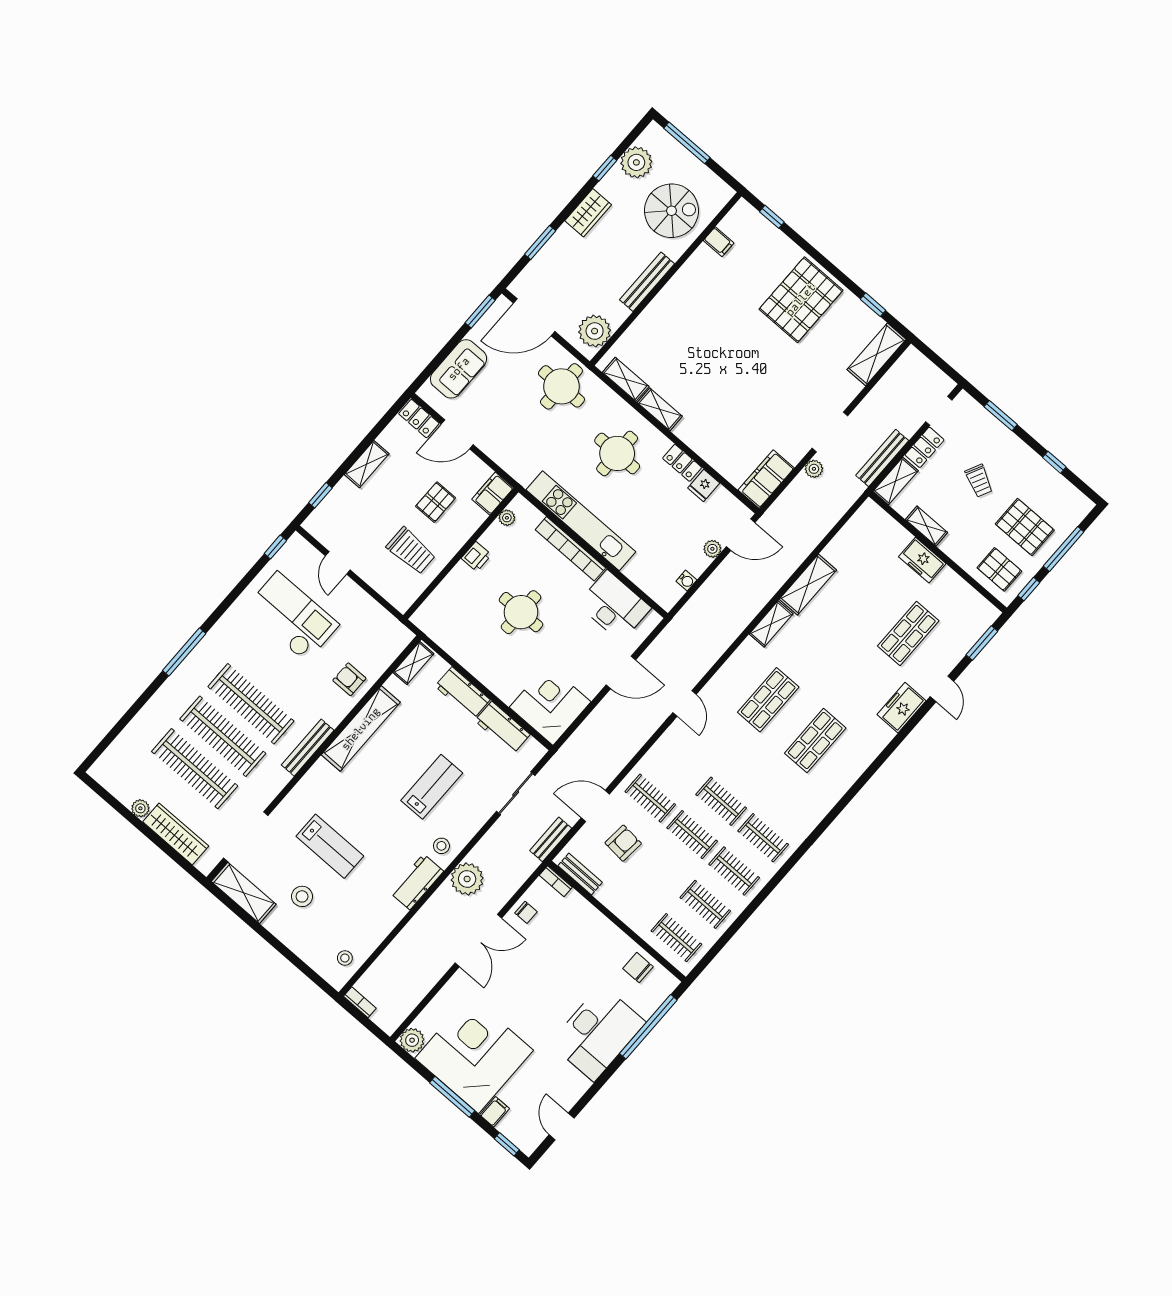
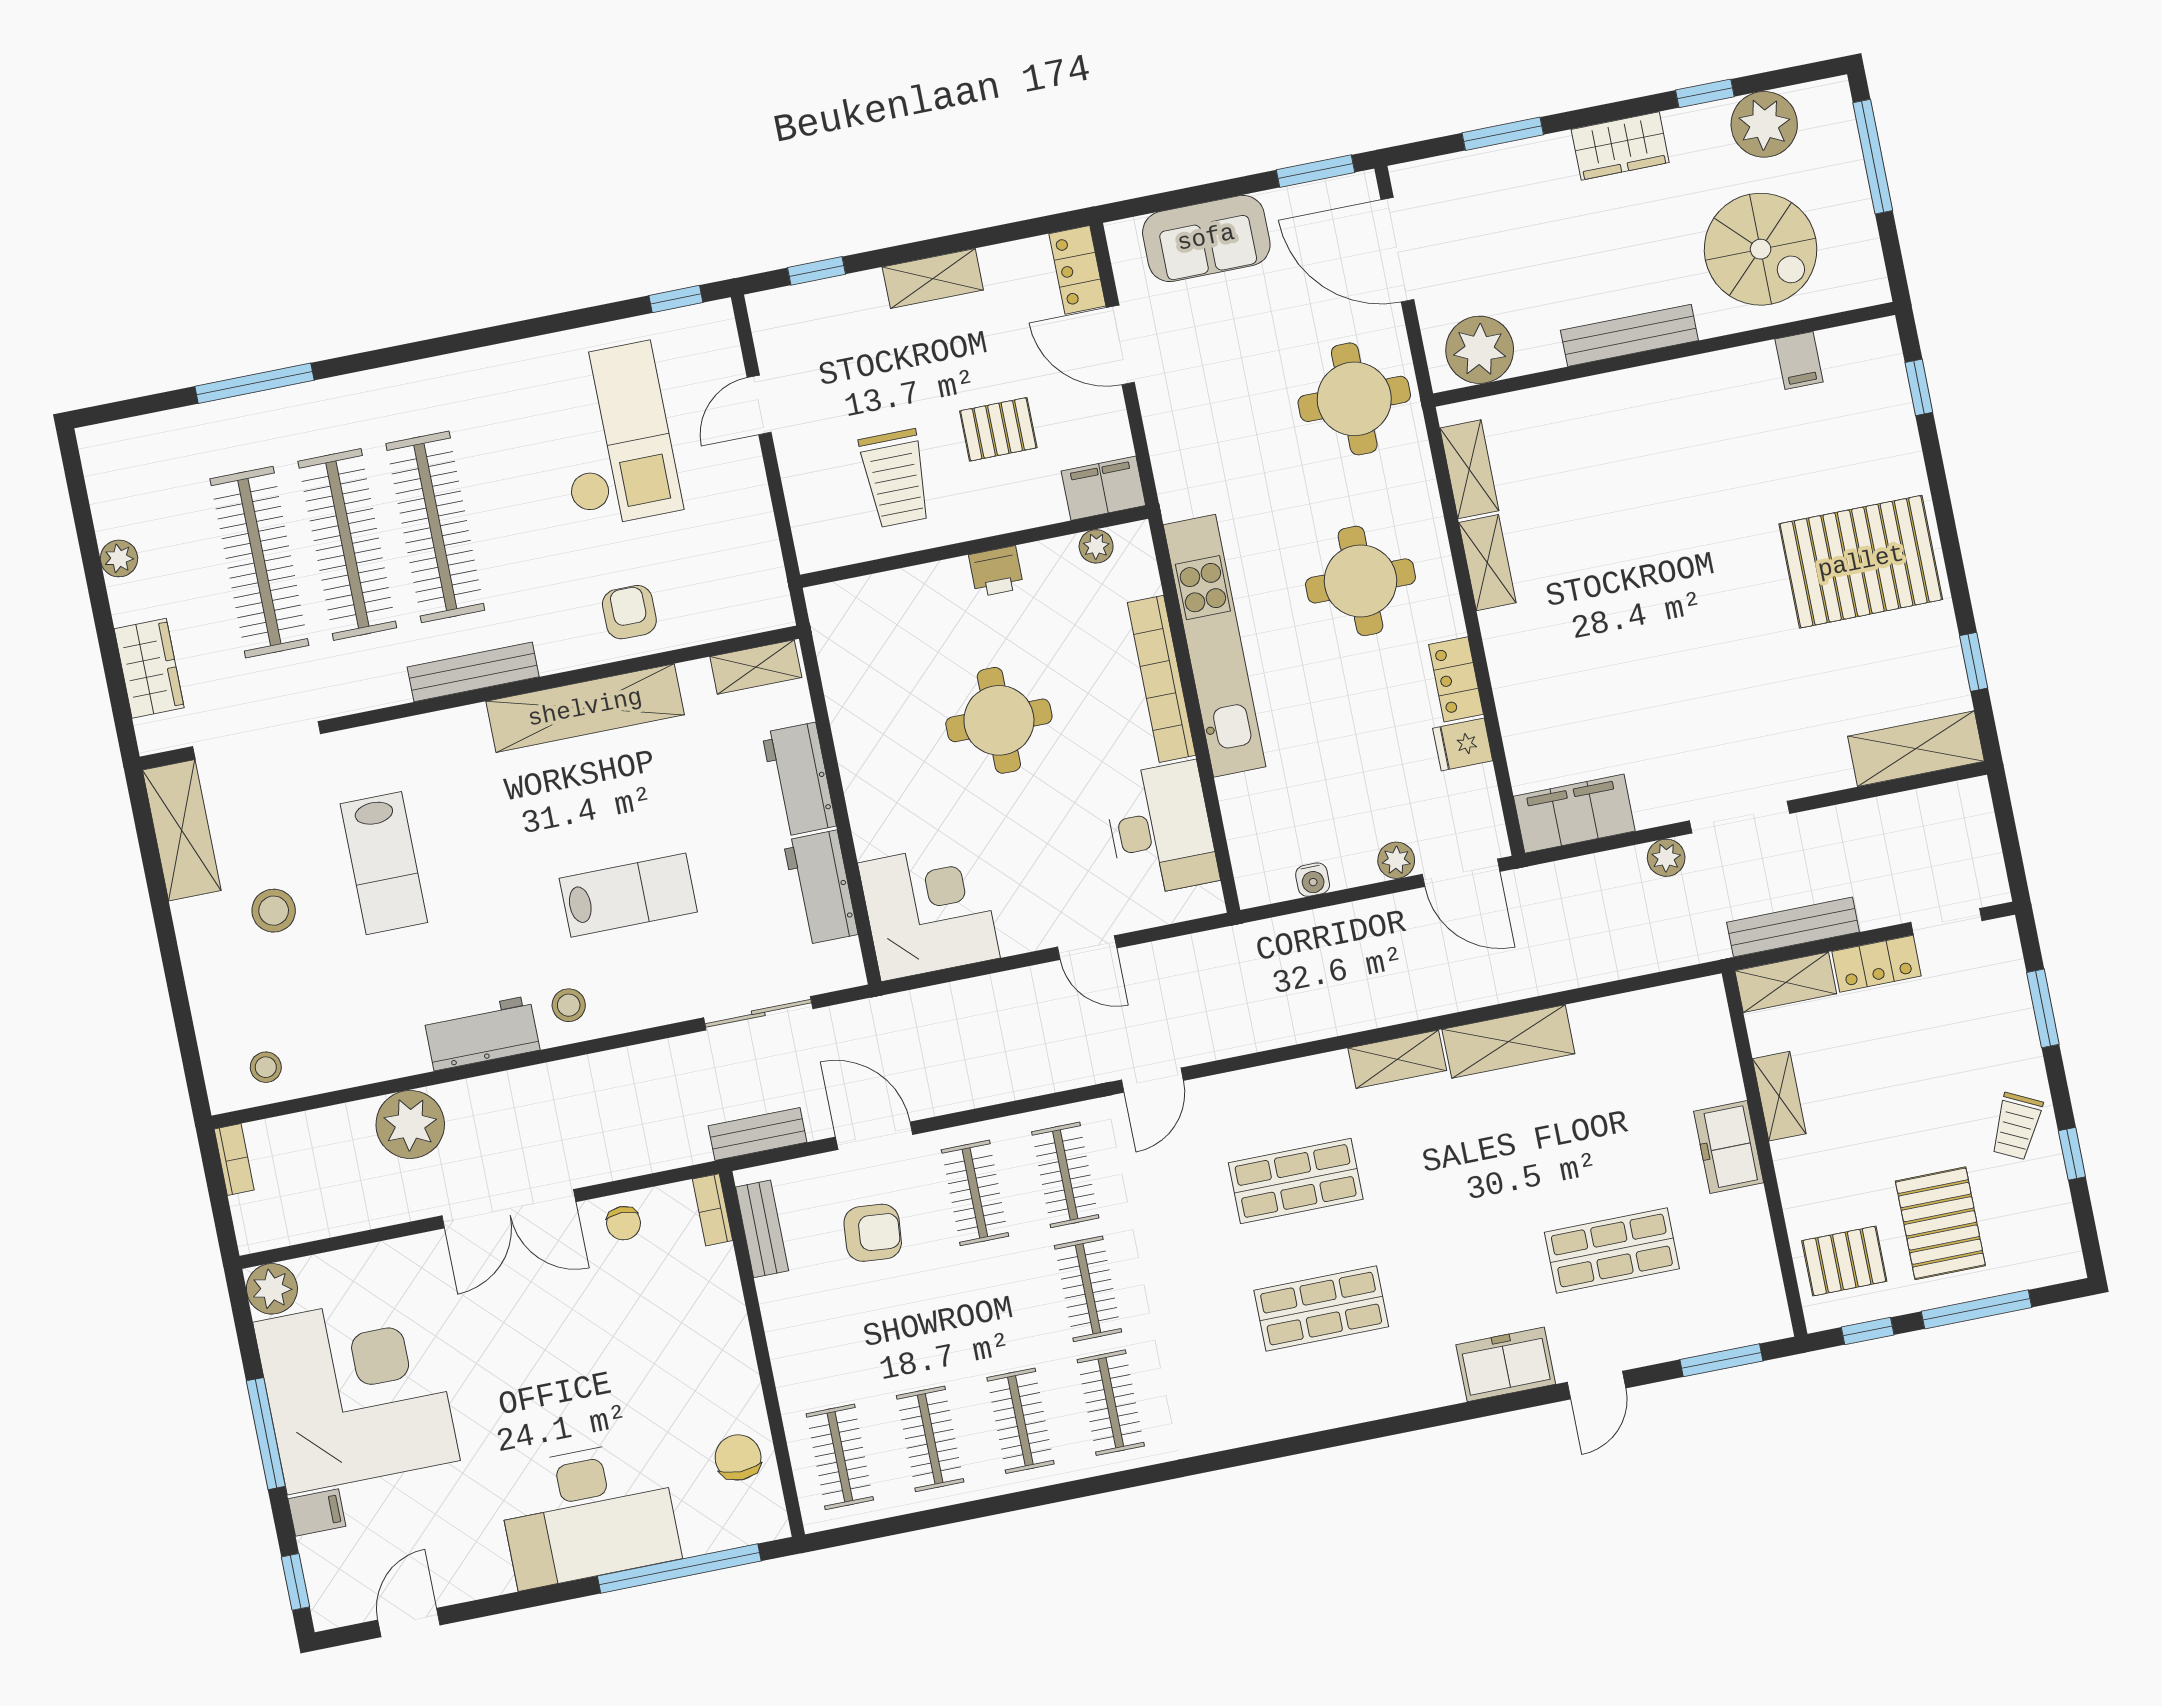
trolley: (979, 481) -> (2017, 1126), moved
pallet: (999, 569) -> (1844, 1261), turned 90
window: (184, 652) -> (255, 383), moved
door: (621, 672) -> (1087, 948), width x0.73
wardrobe: (176, 834) -> (149, 668), width x0.67
clothes rail: (692, 835) -> (1065, 1175), moved
plant: (467, 879) -> (410, 1124), moved

